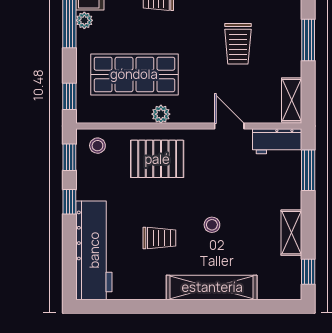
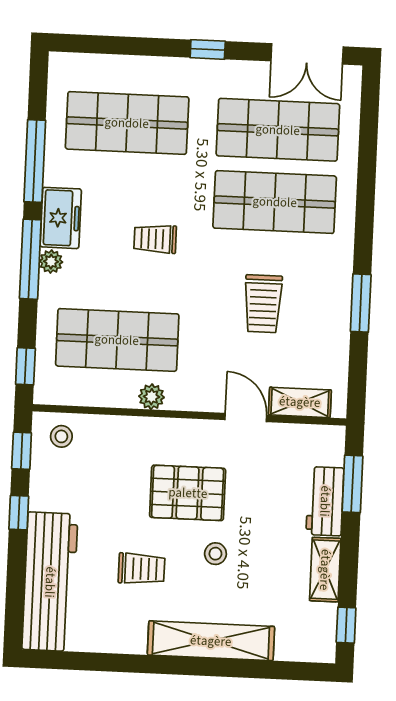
shelving: (292, 100) -> (300, 402), moved, turned 90
workbench: (277, 141) -> (325, 501), moved, turned 90
pallet: (157, 159) -> (188, 493), moved

